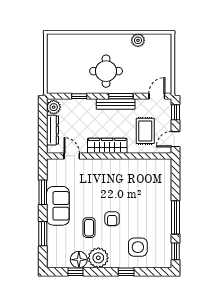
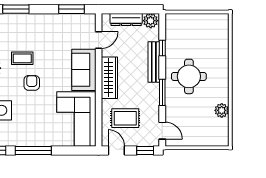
bench: (116, 104) -> (154, 62), moved
corner sofa: (146, 177) -> (76, 119), added
window: (43, 192) -> (72, 9), moved
sofa: (58, 206) -> (84, 70), moved, turned 90
armchair: (112, 219) -> (32, 83), turned 90

